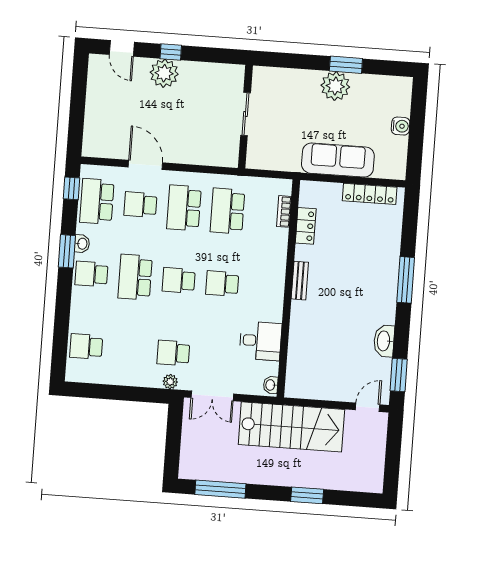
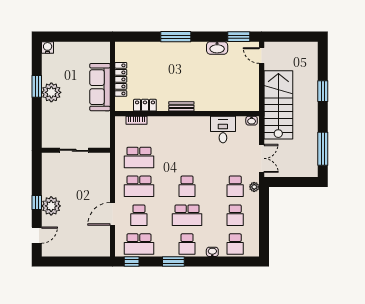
water cooler: (401, 126) -> (48, 47), moved
locker: (370, 194) -> (121, 79), moved
washbasin: (82, 244) -> (212, 252), moved
school desk: (222, 284) -> (235, 215), moved

